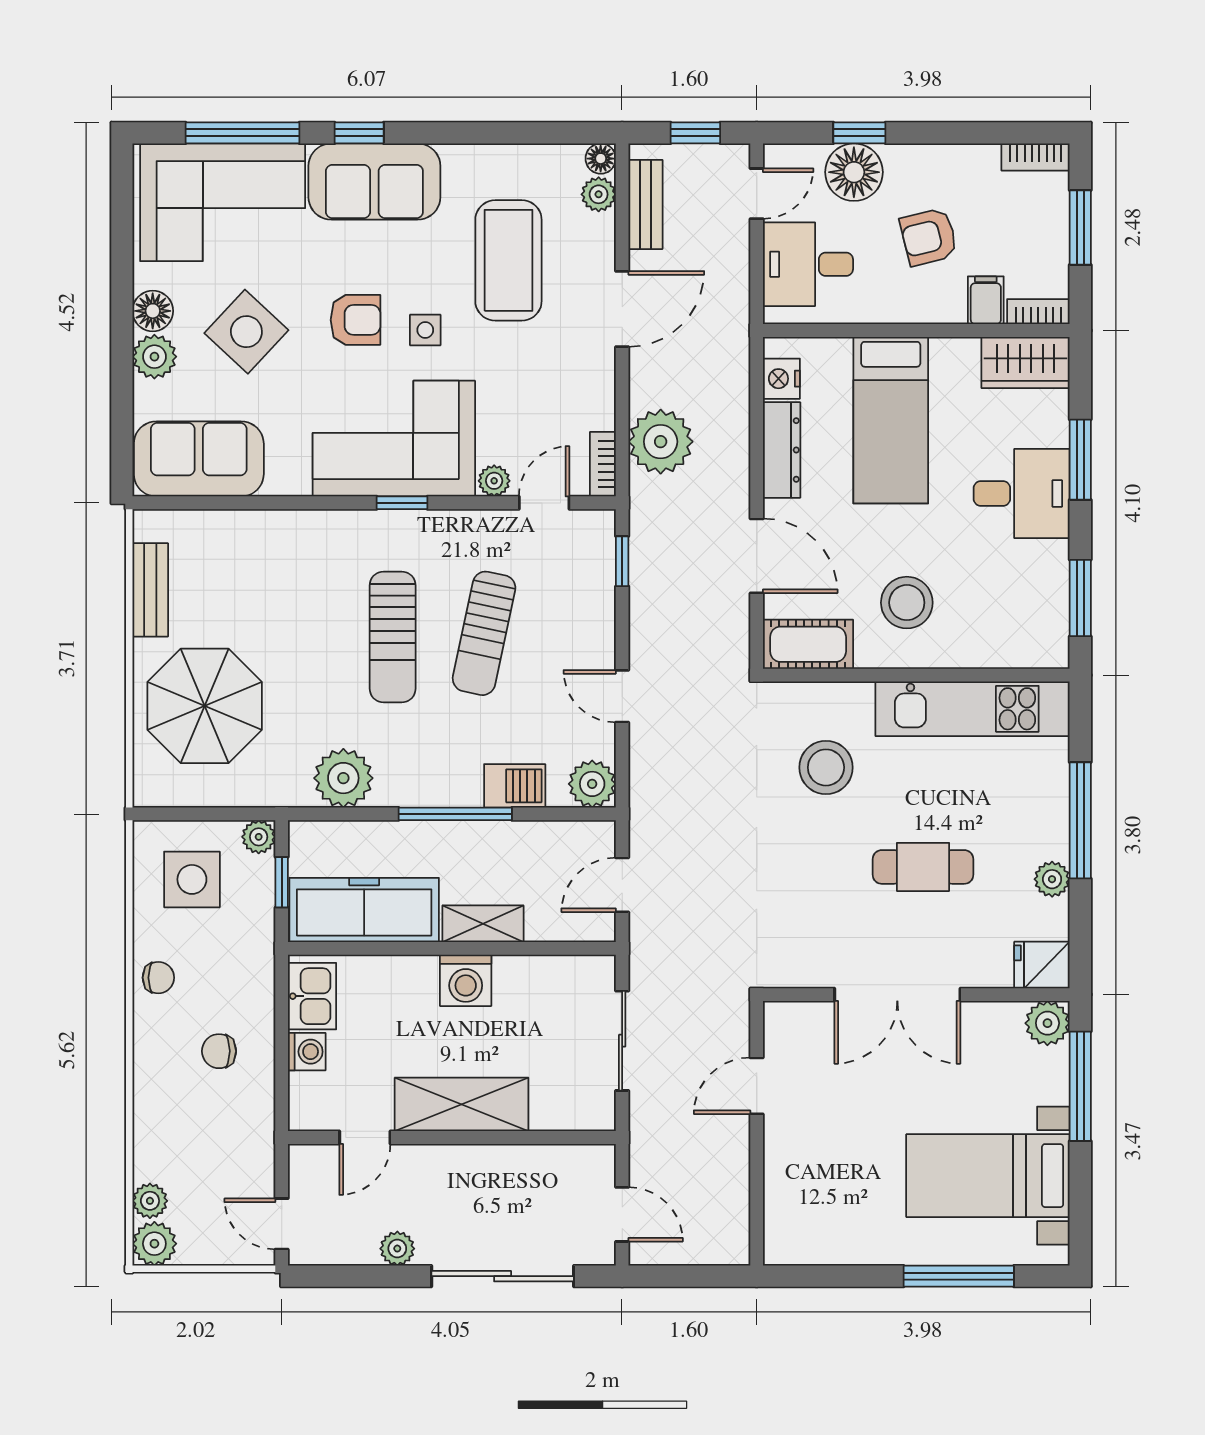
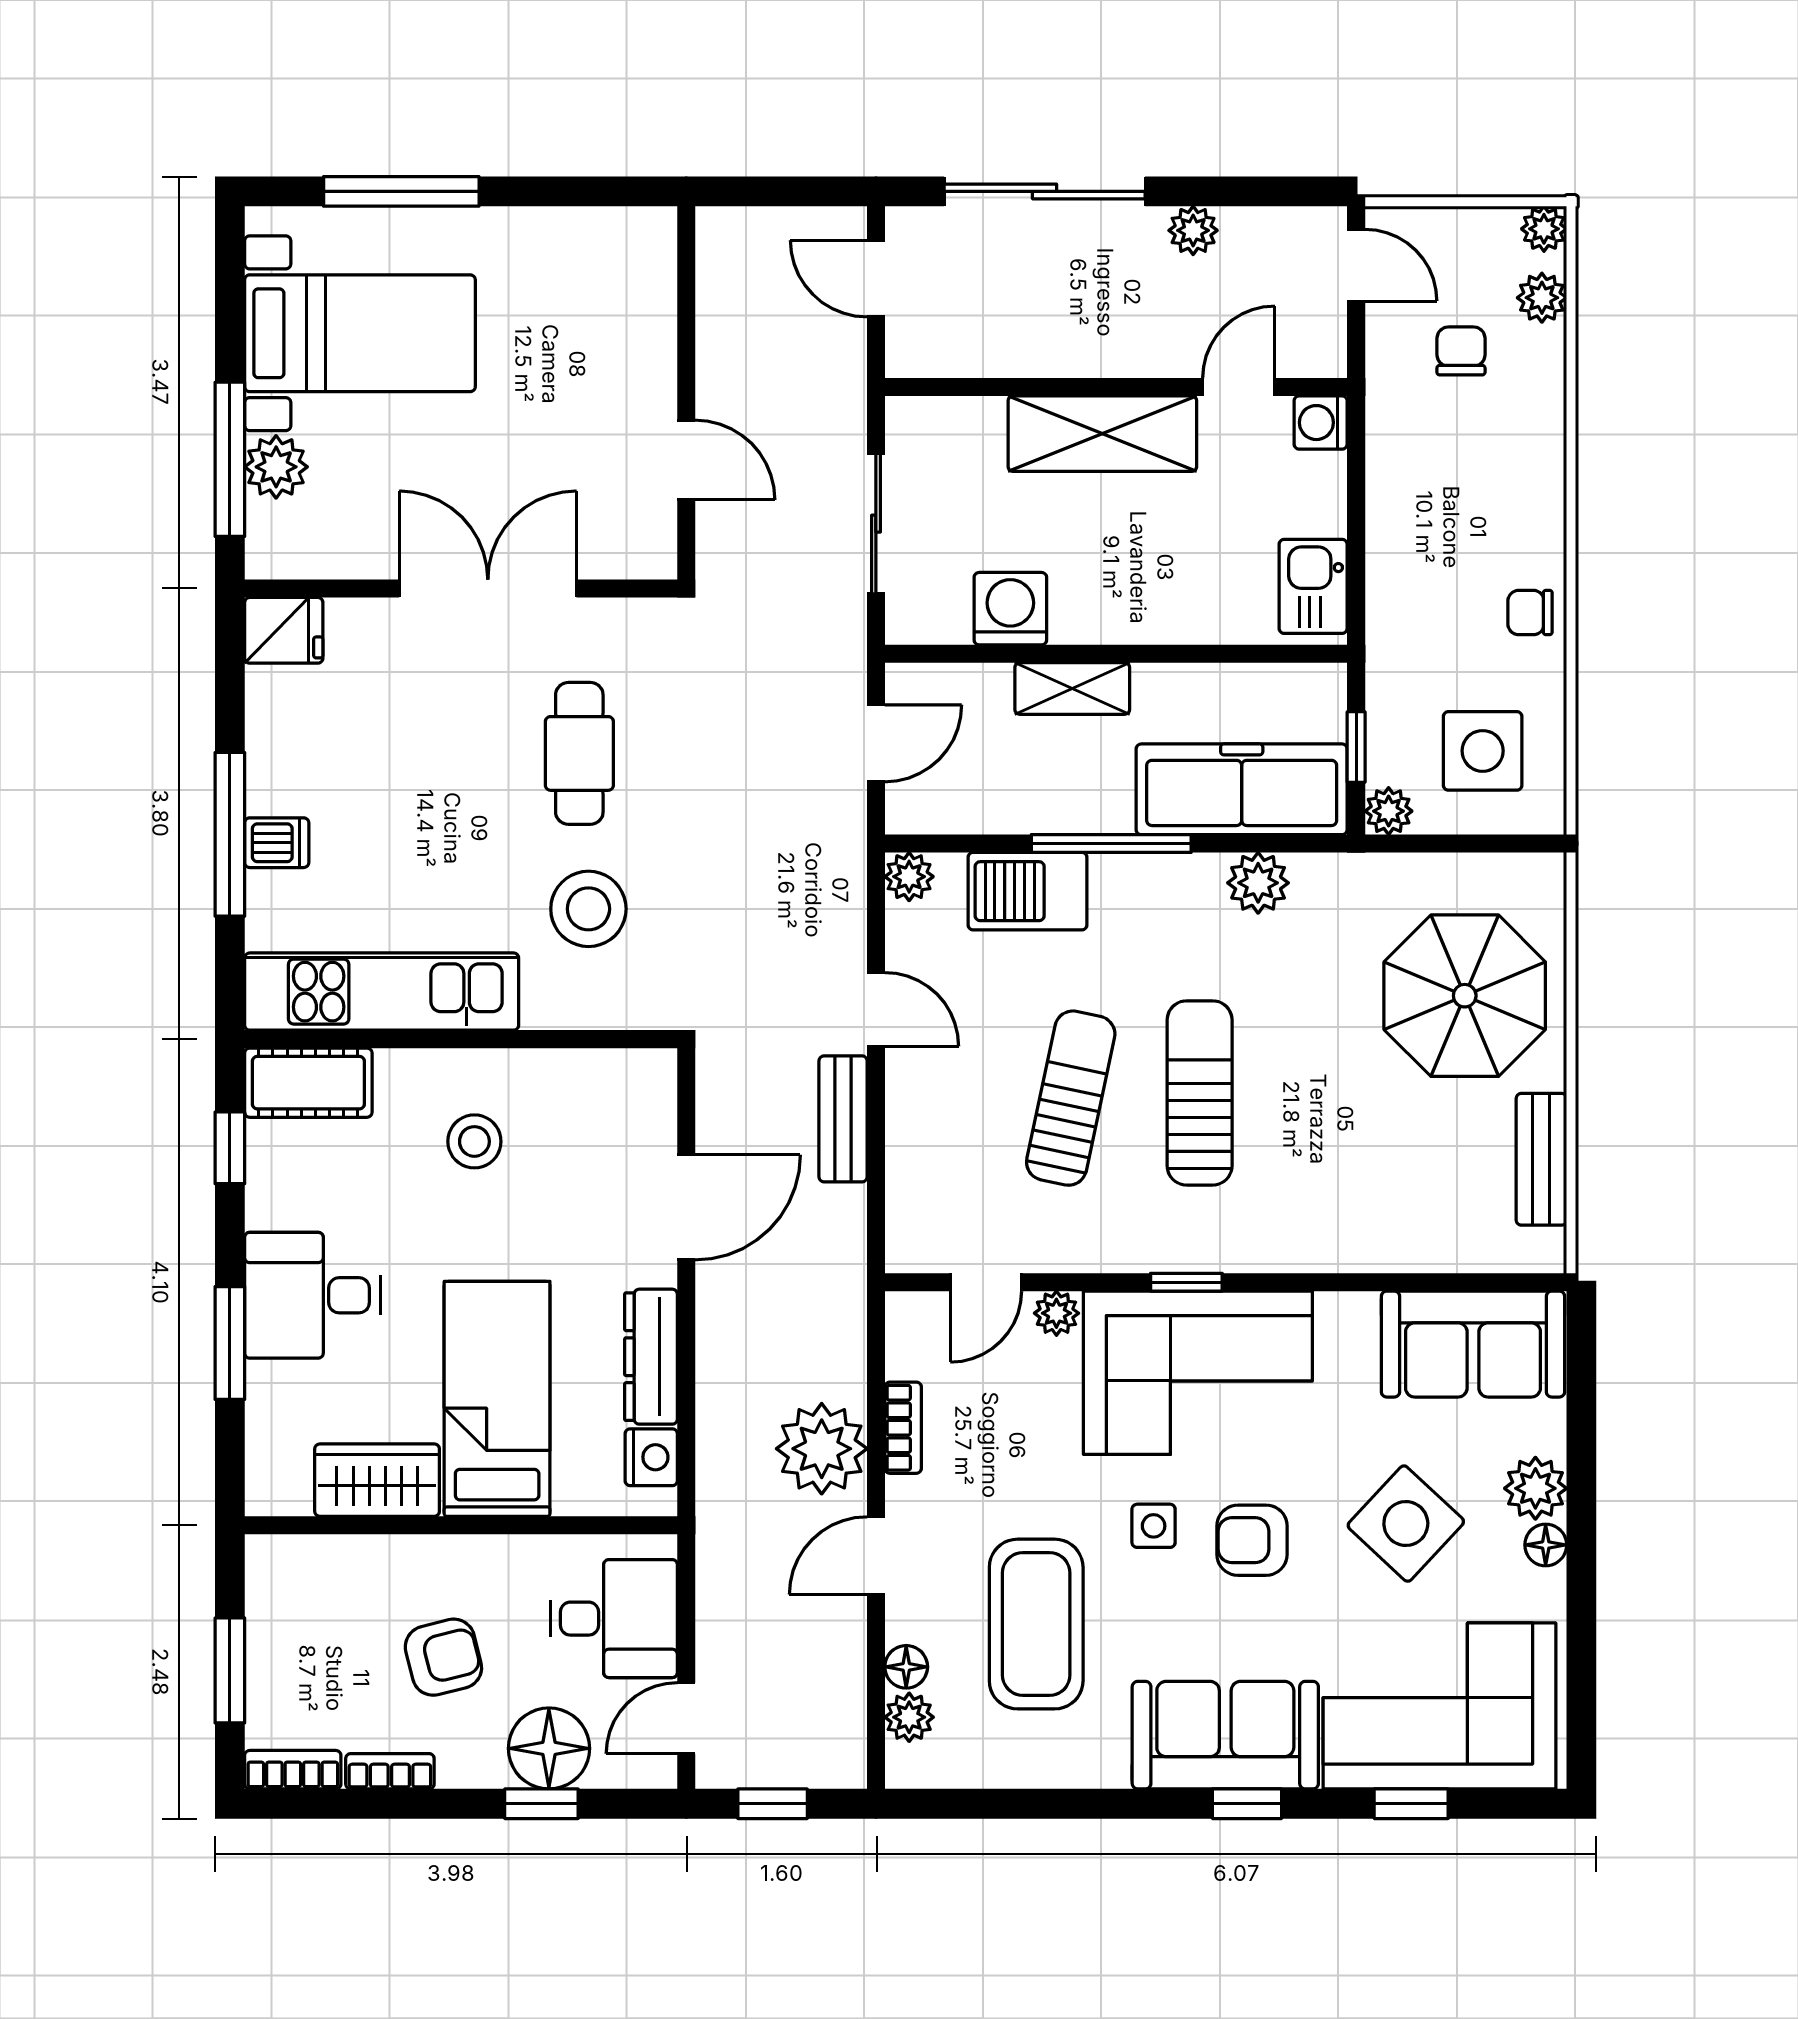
window: (243, 133) -> (1411, 1804), width x0.46
floor lamp: (601, 159) -> (906, 1667), moved
bench: (645, 204) -> (843, 1119), moved
filing cabinet: (986, 300) -> (363, 1568), removed
door: (622, 309) -> (876, 1556), width x0.73
floor lamp: (153, 311) -> (1546, 1545), width x0.73, depth x0.73
bookcase: (1038, 312) -> (390, 1771), moved, turned 180
wardrobe: (1026, 362) -> (377, 1480), moved
plant: (661, 442) -> (822, 1449), moved
bookcase: (603, 464) -> (903, 1428), moved
door: (757, 556) -> (686, 1207), swing flipped
window: (622, 561) -> (876, 1200), removed
window: (1080, 598) -> (230, 1148), width x0.67
stool: (907, 603) -> (474, 1141), width x0.73, depth x0.73
cot: (808, 644) -> (308, 1083), moved
plant: (343, 778) -> (1258, 883), width x0.73, depth x0.73
plant: (592, 784) -> (909, 877), width x0.73, depth x0.73
barbecue: (515, 786) -> (1027, 891), width x1.38, depth x1.27
dishwasher: (1047, 814) -> (277, 843), added
cafe table: (923, 867) -> (579, 753), moved, turned 90
plant: (1052, 879) -> (270, 751), removed
freezer: (364, 910) -> (1242, 789), moved, turned 180
washing machine: (466, 980) -> (1010, 609), moved
plant: (1047, 1023) -> (276, 467), moved
chair: (219, 1051) -> (1461, 351), moved, turned -90
washing machine: (307, 1052) -> (1321, 423), moved
door: (757, 1086) -> (686, 460), hinge flipped
plant: (154, 1244) -> (1544, 229), width x0.73, depth x0.73

